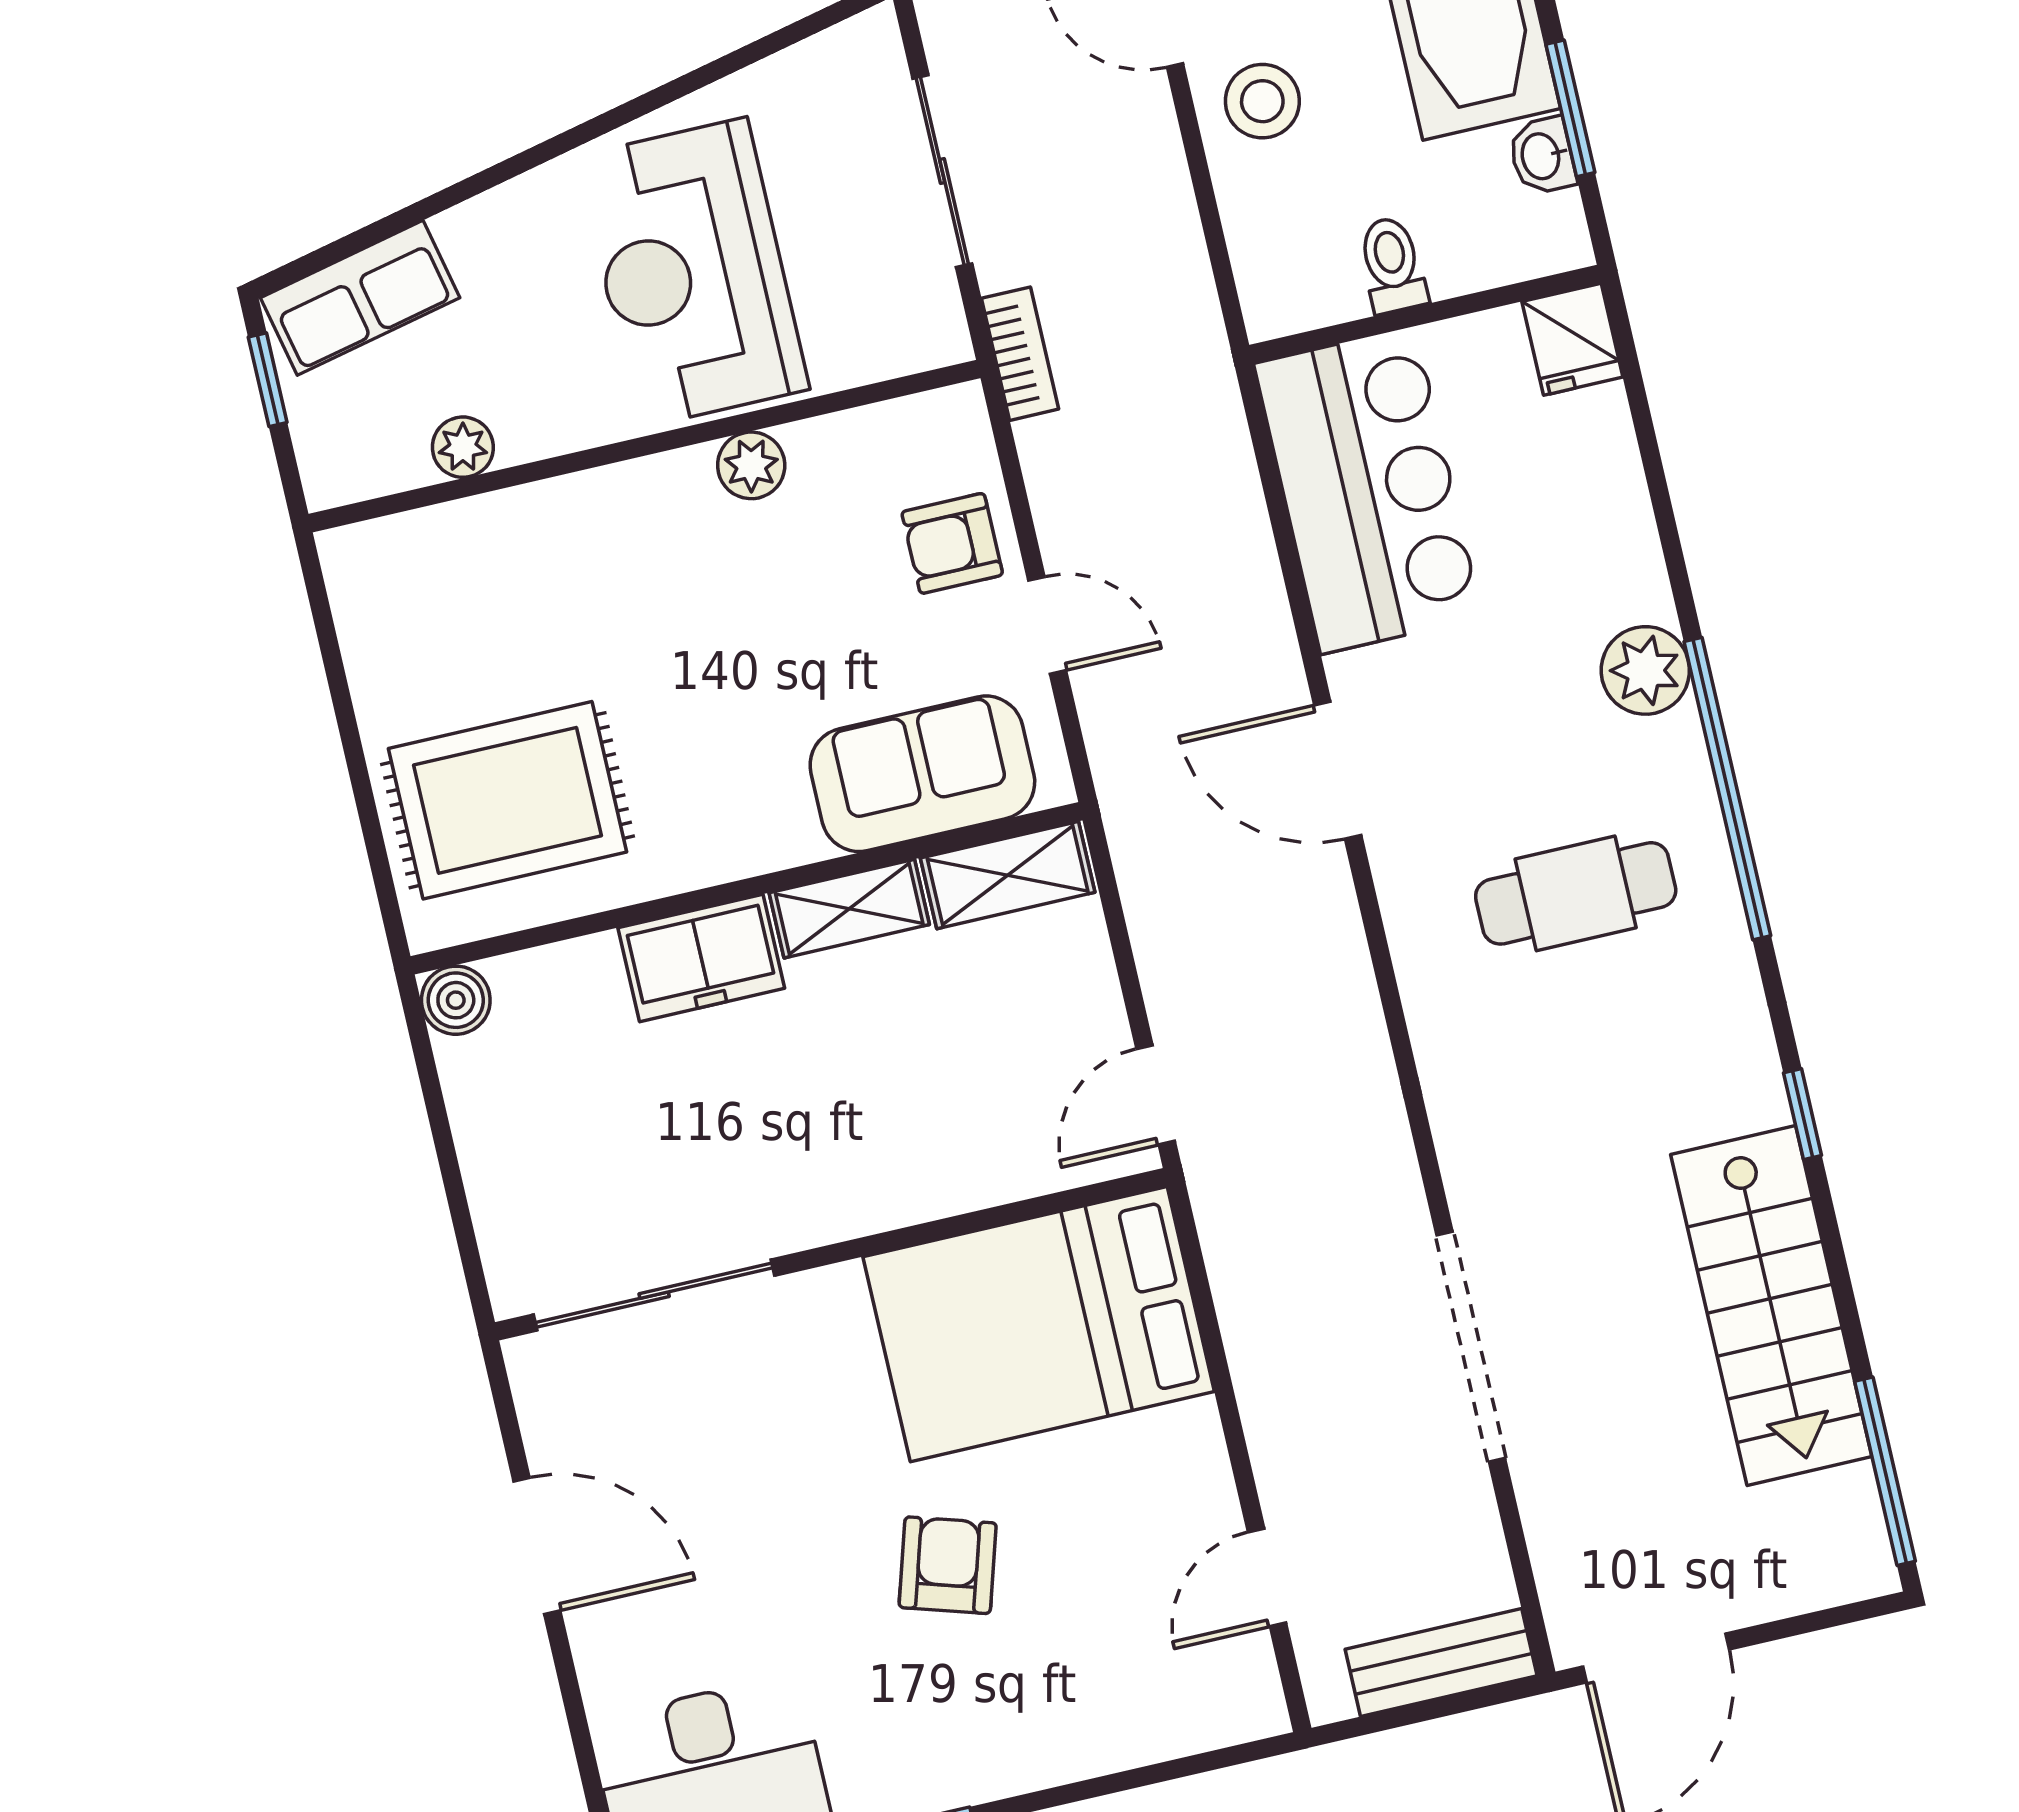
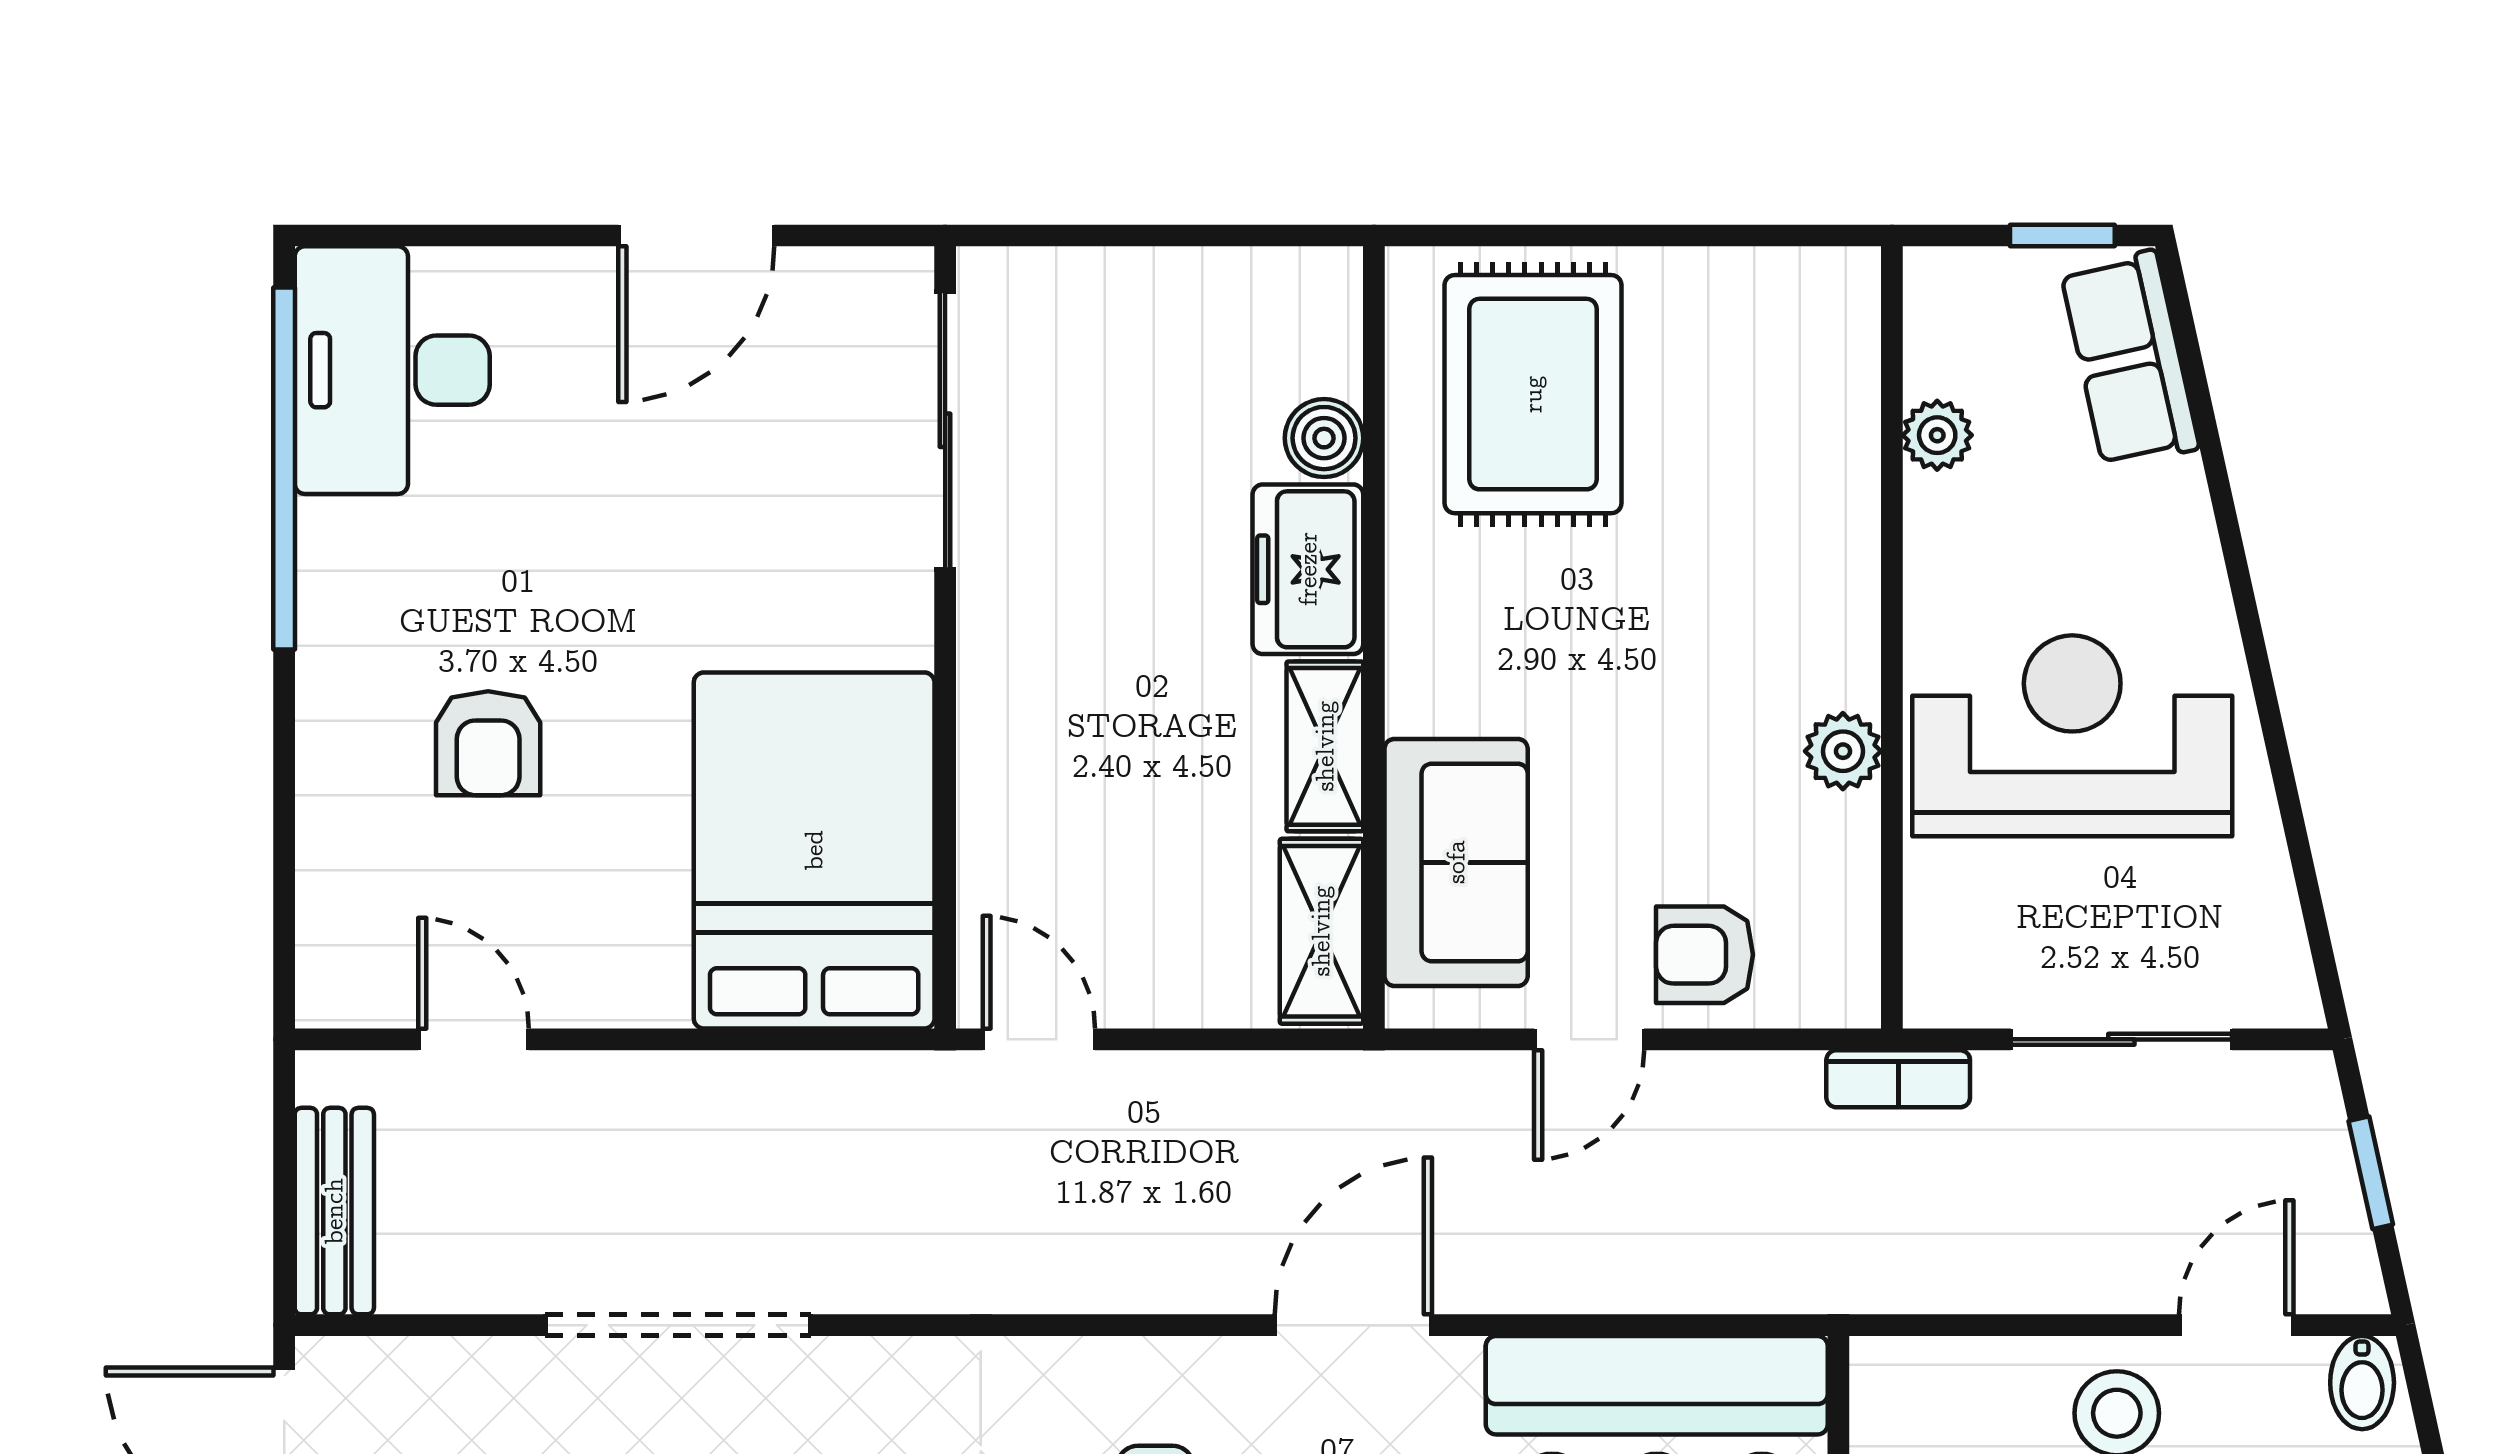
armchair: (952, 543) -> (1705, 955), turned -90
boiler: (456, 1000) -> (1324, 438), moved
armchair: (948, 1565) -> (488, 743), moved, turned 73

